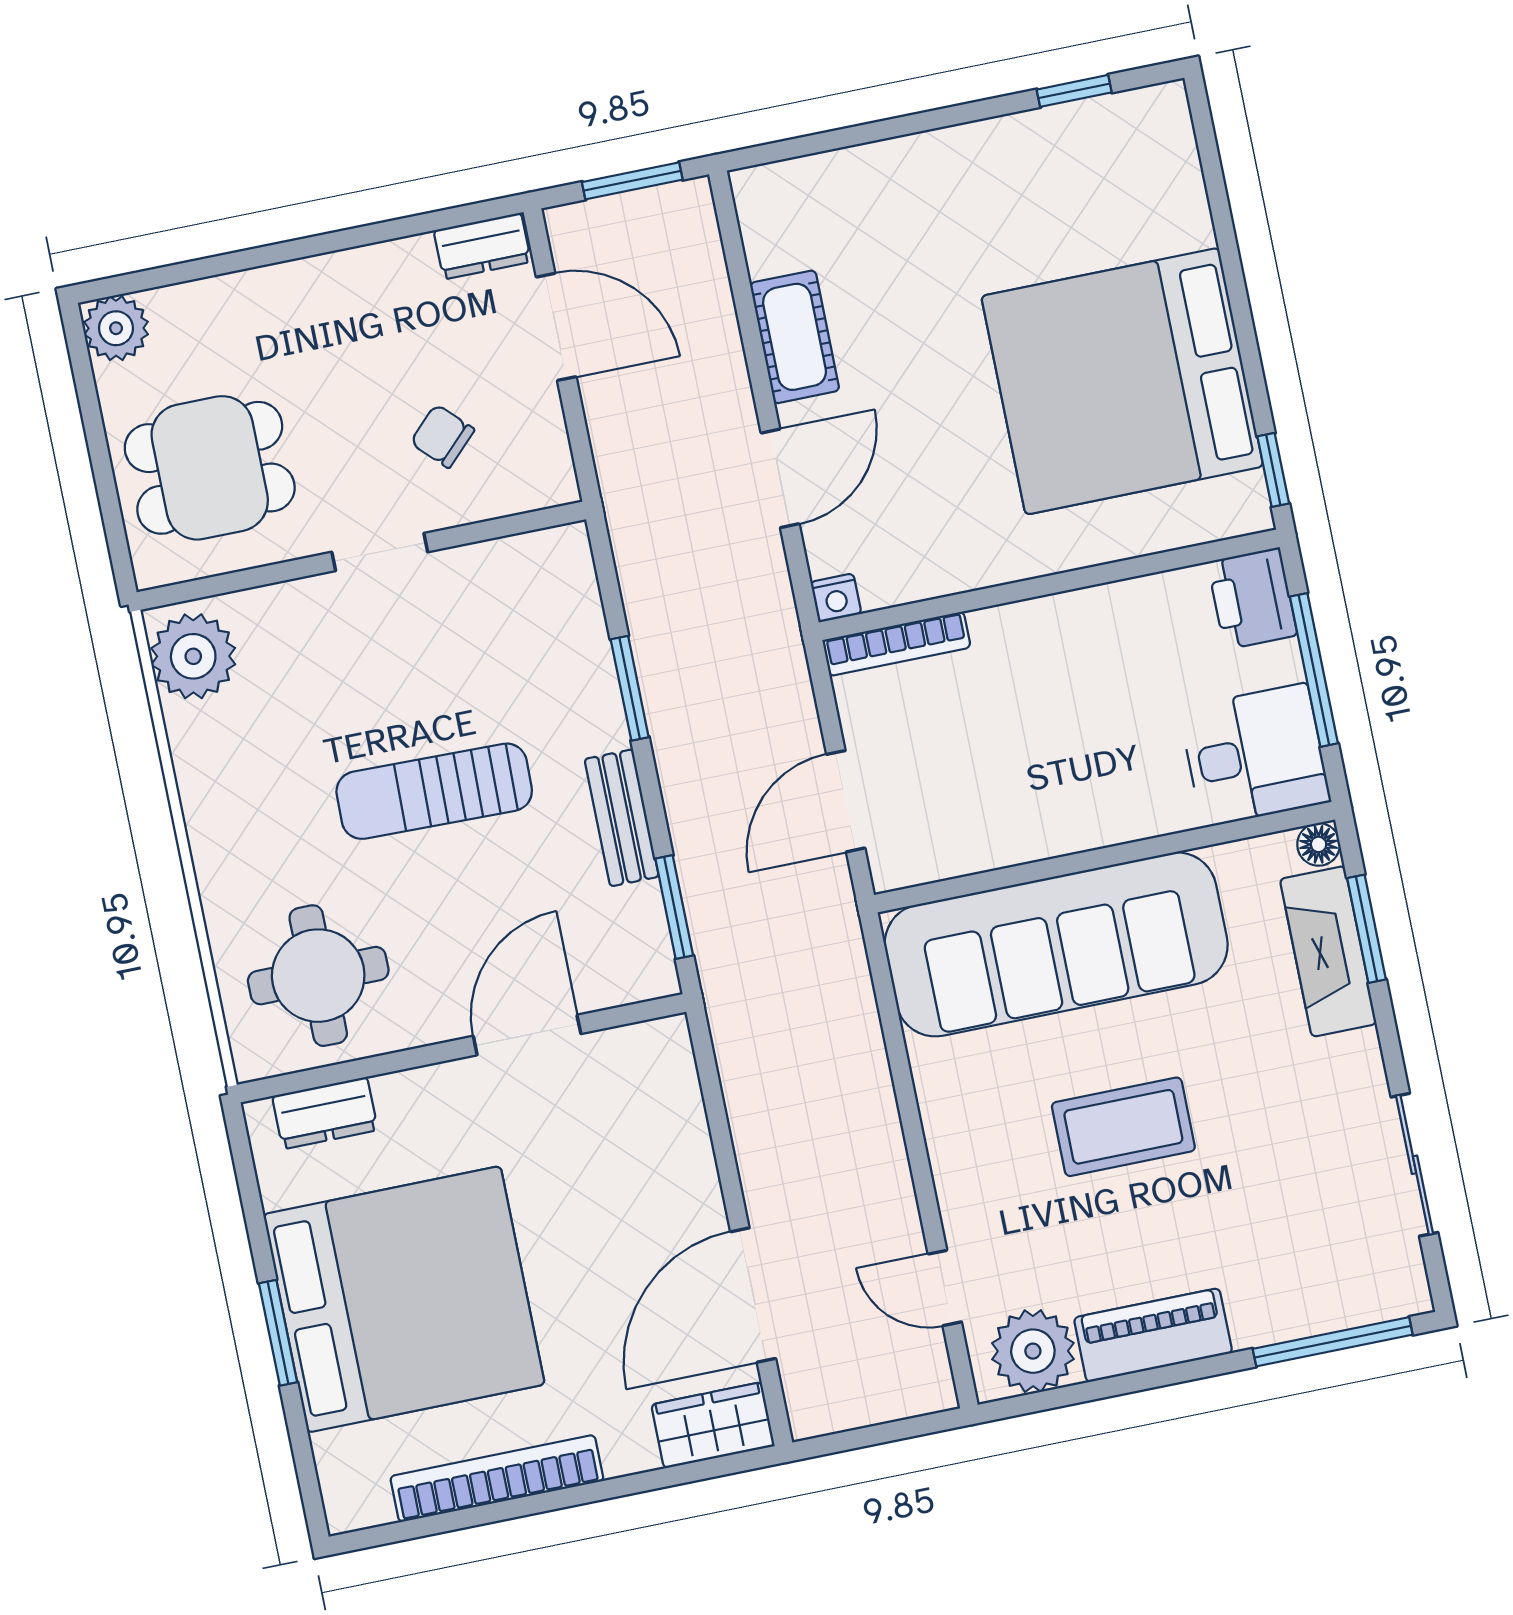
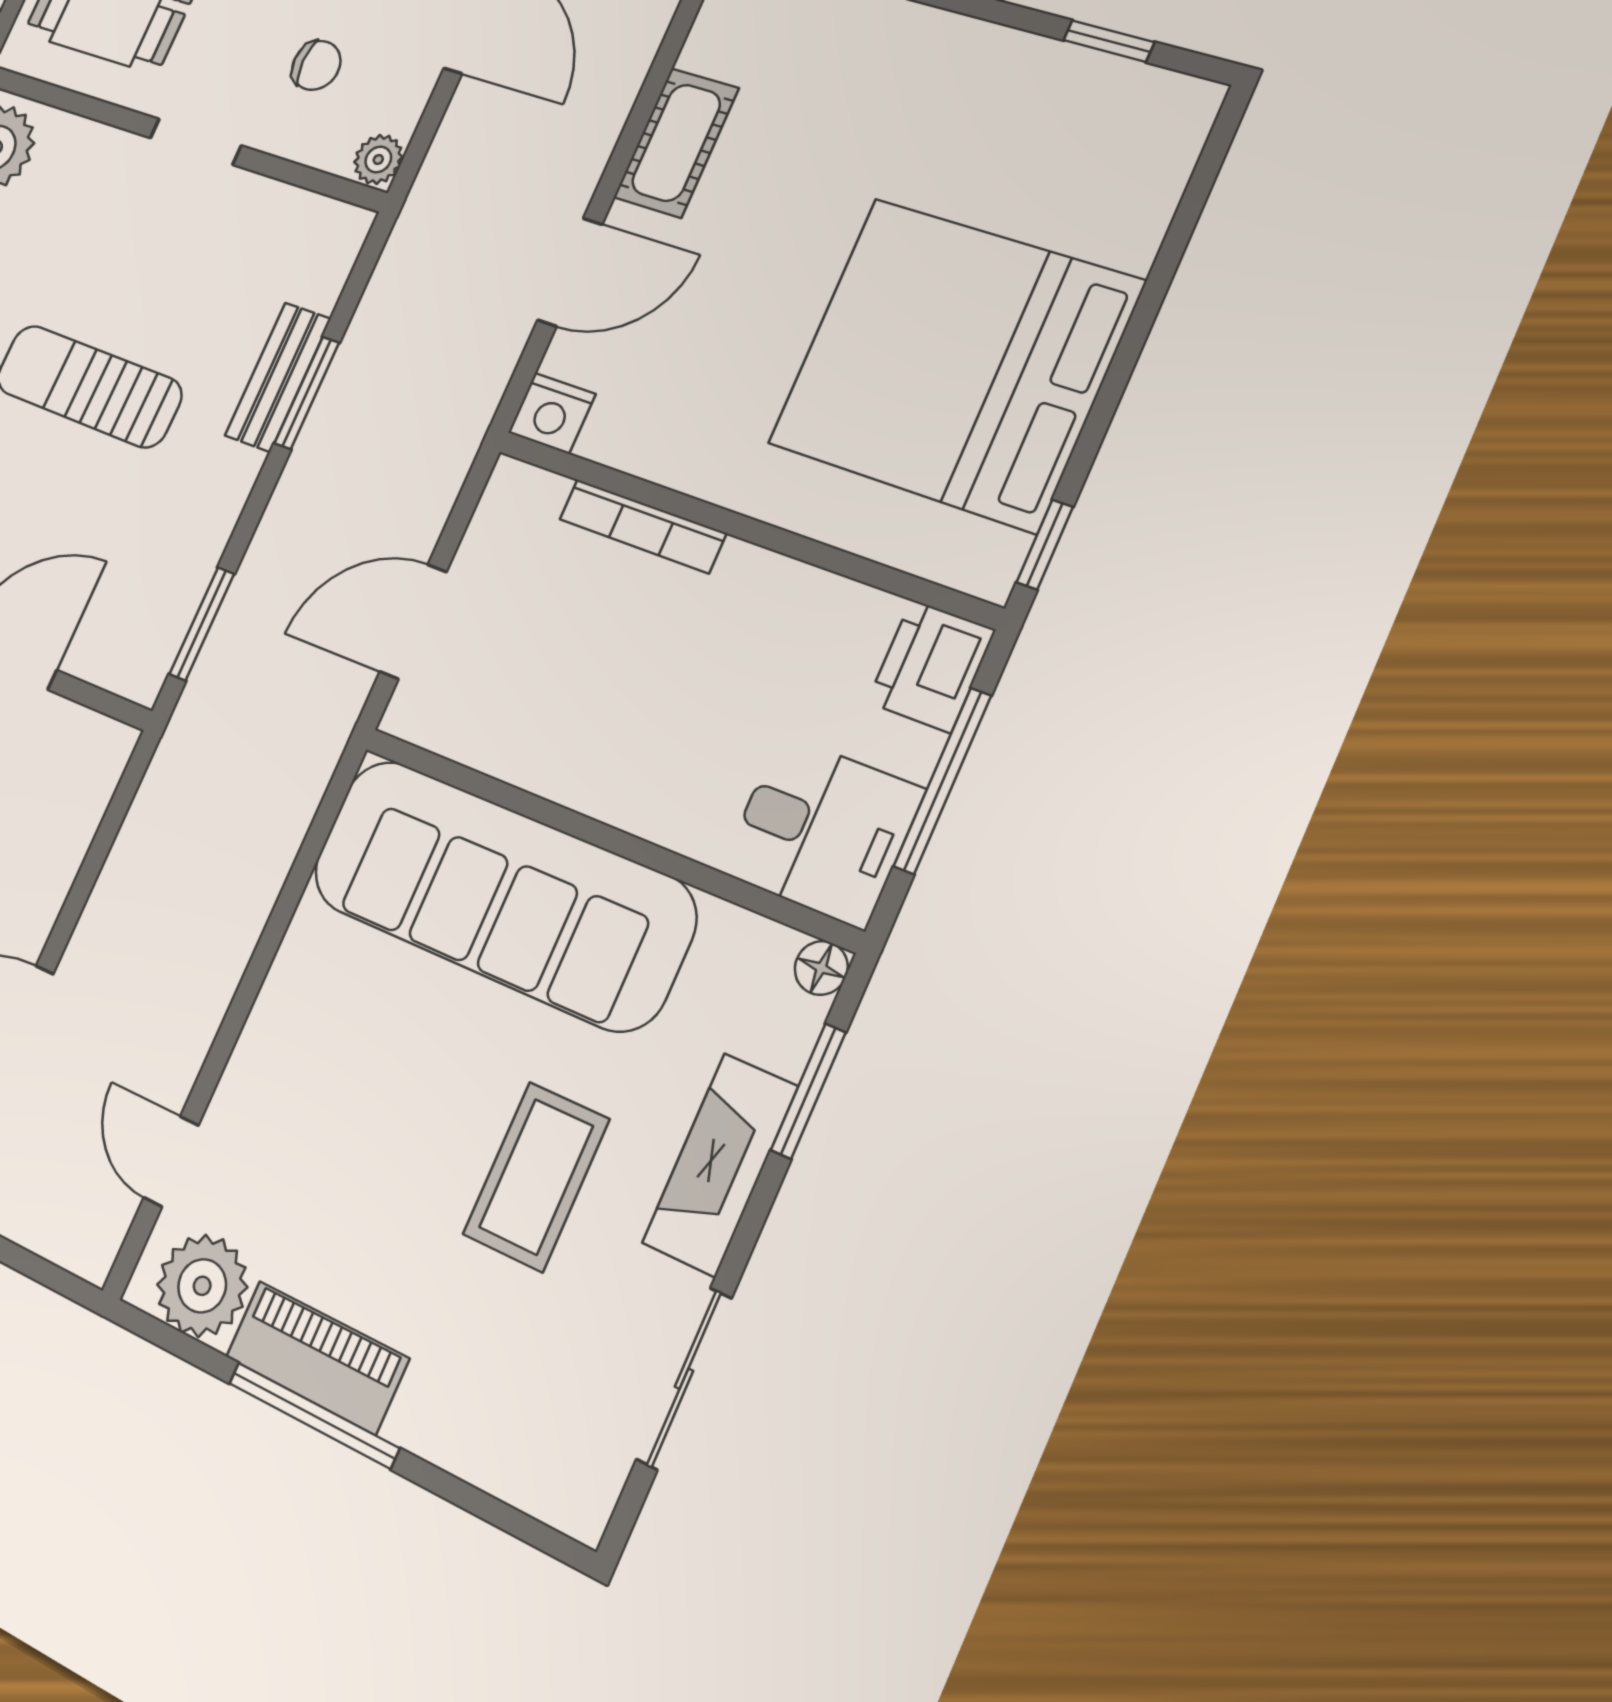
chair: (442, 436) -> (316, 65), turned 135
plant: (554, 480) -> (378, 160), added
nightstand: (836, 598) -> (552, 413), width x1.39, depth x1.35
bookcase: (896, 644) -> (642, 526), moved
bench: (622, 818) -> (278, 377), moved
fireplace: (1328, 951) -> (720, 1165), moved
coffee table: (1123, 1127) -> (536, 1177), moved, turned 90
window: (1333, 1342) -> (314, 1415), moved

